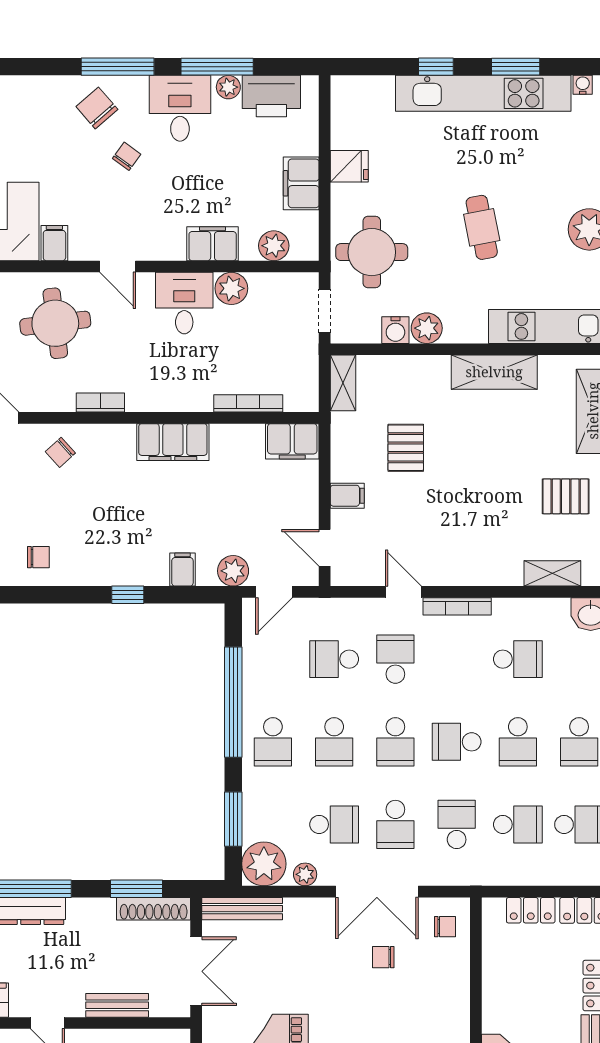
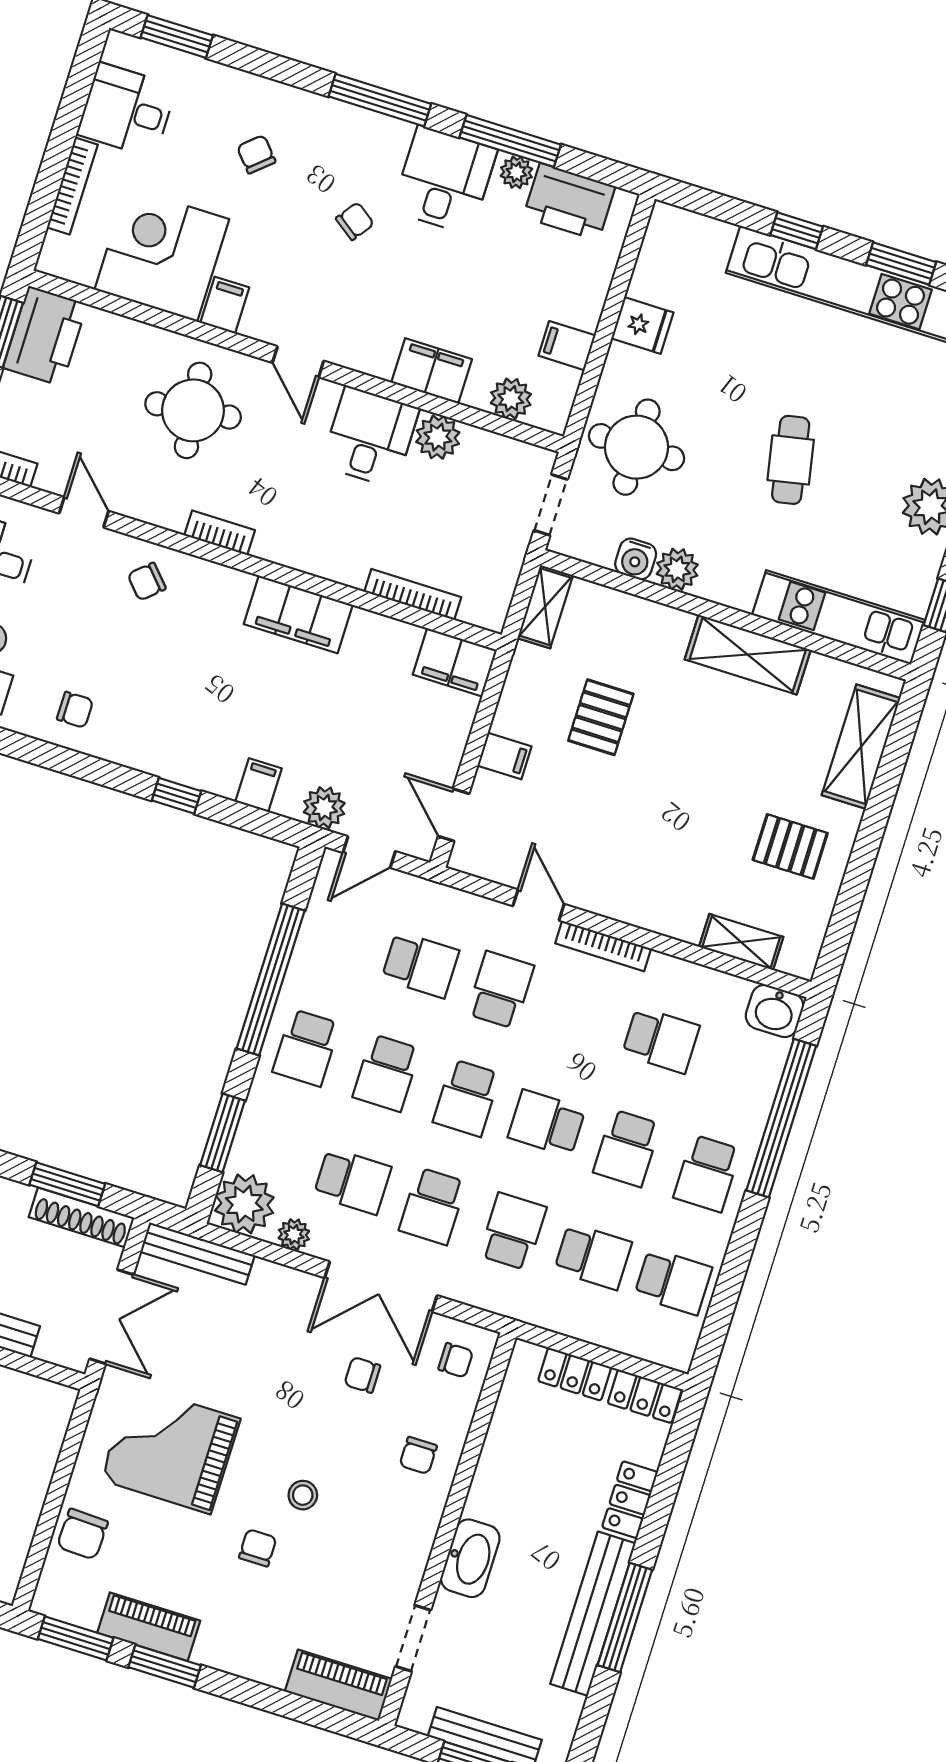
chair: (97, 108) -> (256, 154), moved, width x0.73, depth x0.73
filing cabinet: (301, 183) -> (567, 346), width x0.50
school desk: (334, 659) -> (420, 965), turned 180
chair: (440, 1001) -> (418, 1455), added

